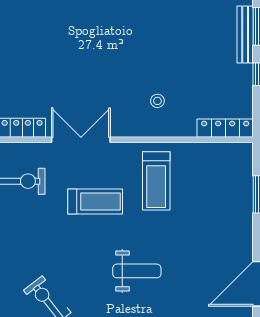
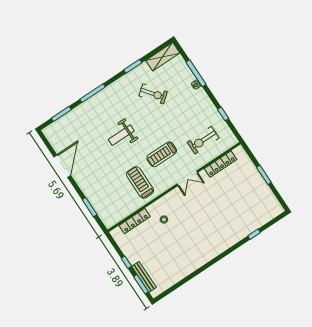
locker: (225, 128) -> (135, 221), moved
double door: (81, 140) -> (187, 178), width x0.73

